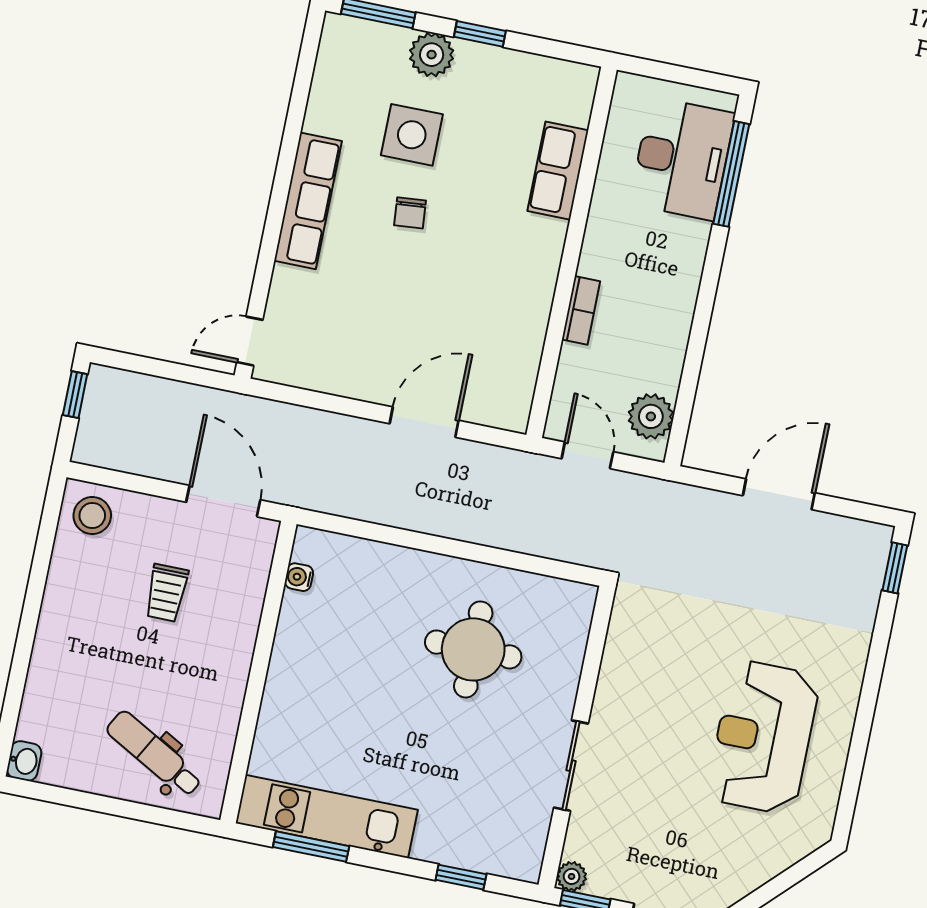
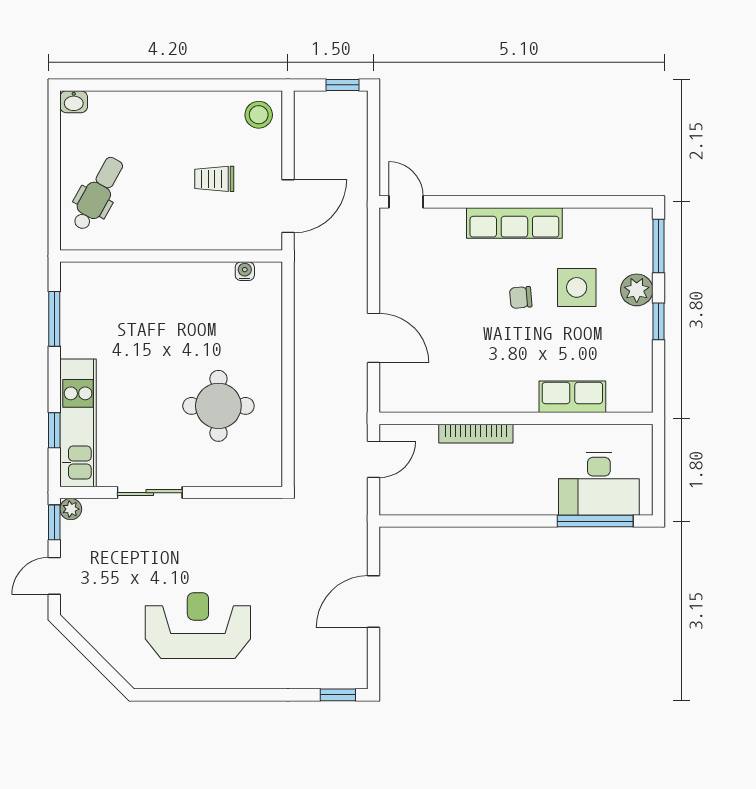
bookcase: (581, 310) -> (476, 434), width x1.56
plant: (651, 416) -> (410, 499), removed
door: (779, 494) -> (374, 601), swing flipped
kitchen unit: (327, 816) -> (78, 423), moved

